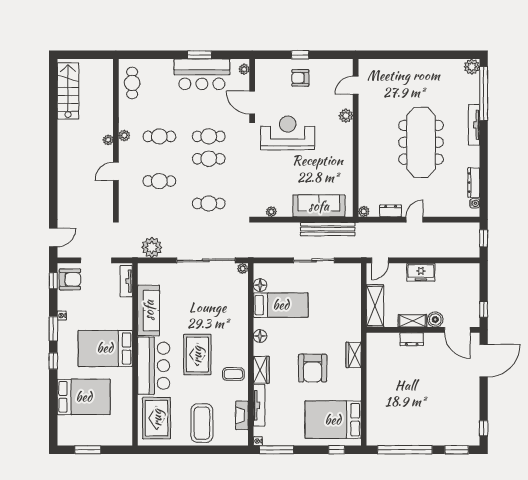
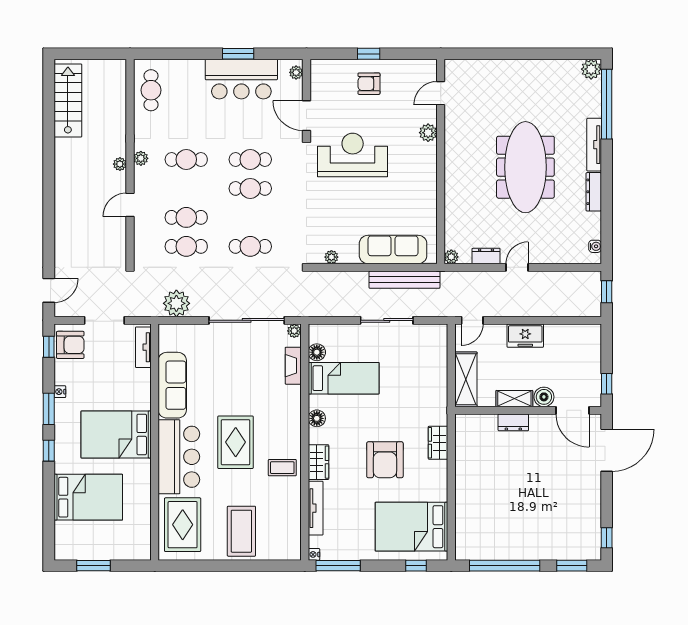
dresser: (474, 183) -> (594, 192), moved
cafe table: (159, 203) -> (186, 246), added
fireplace: (242, 415) -> (293, 366), moved

